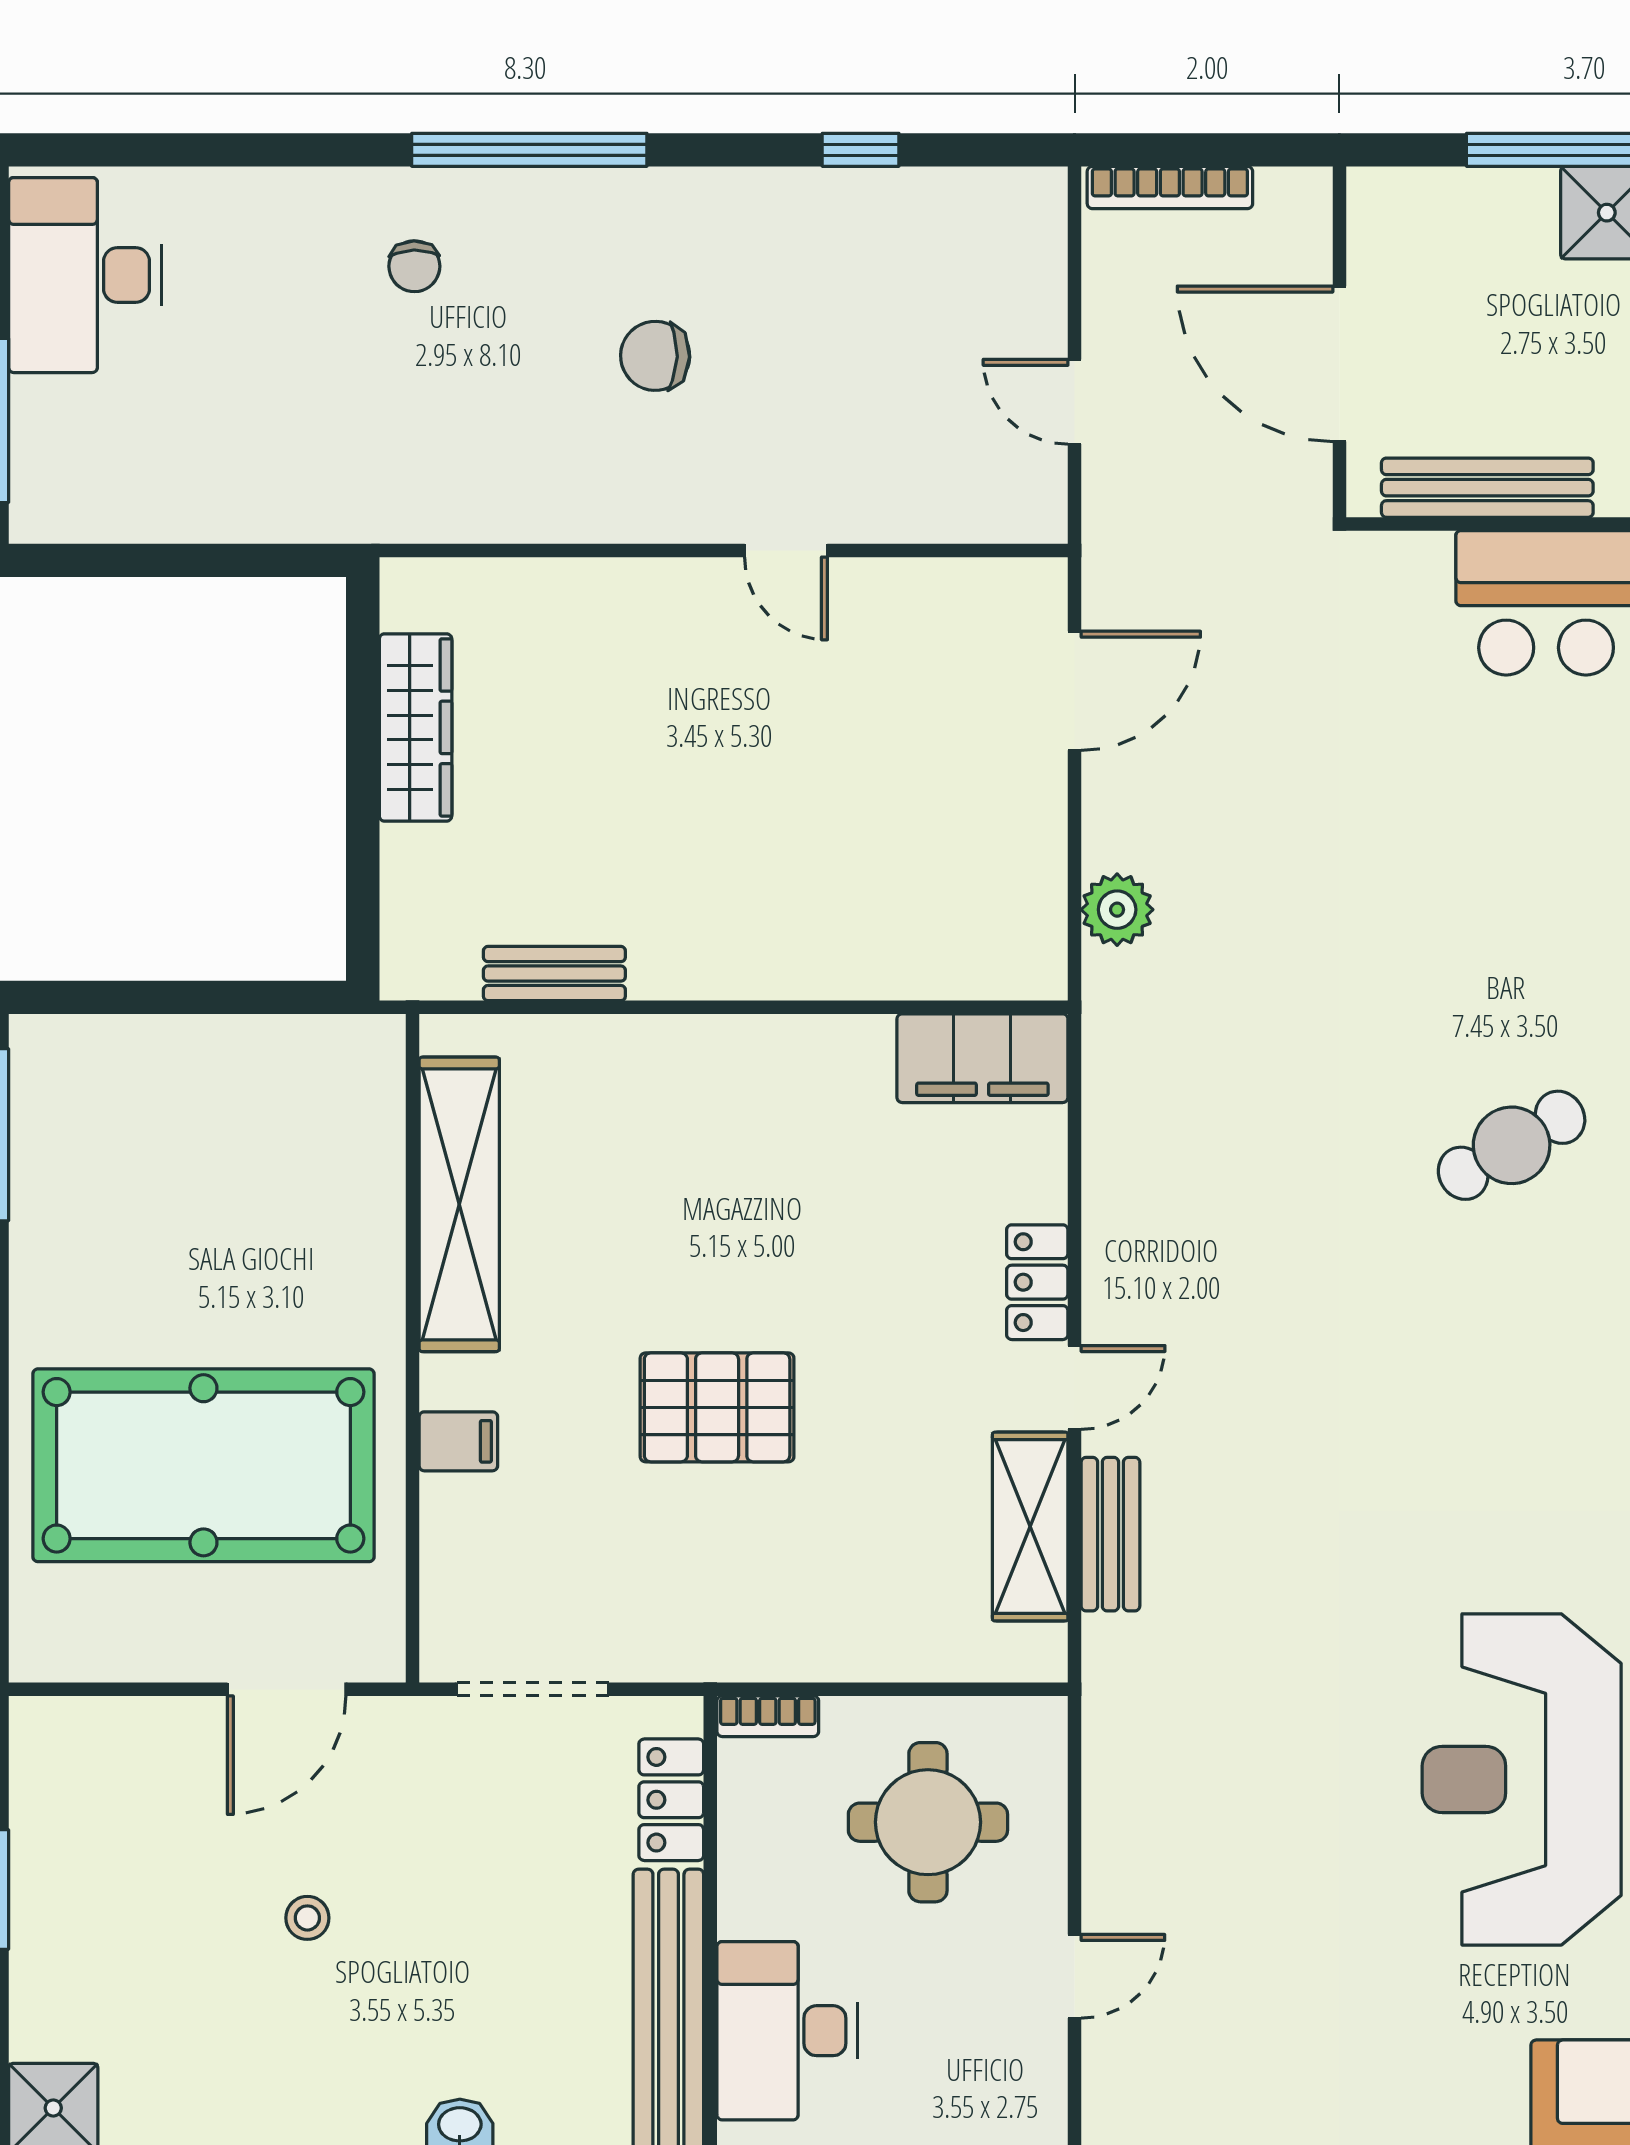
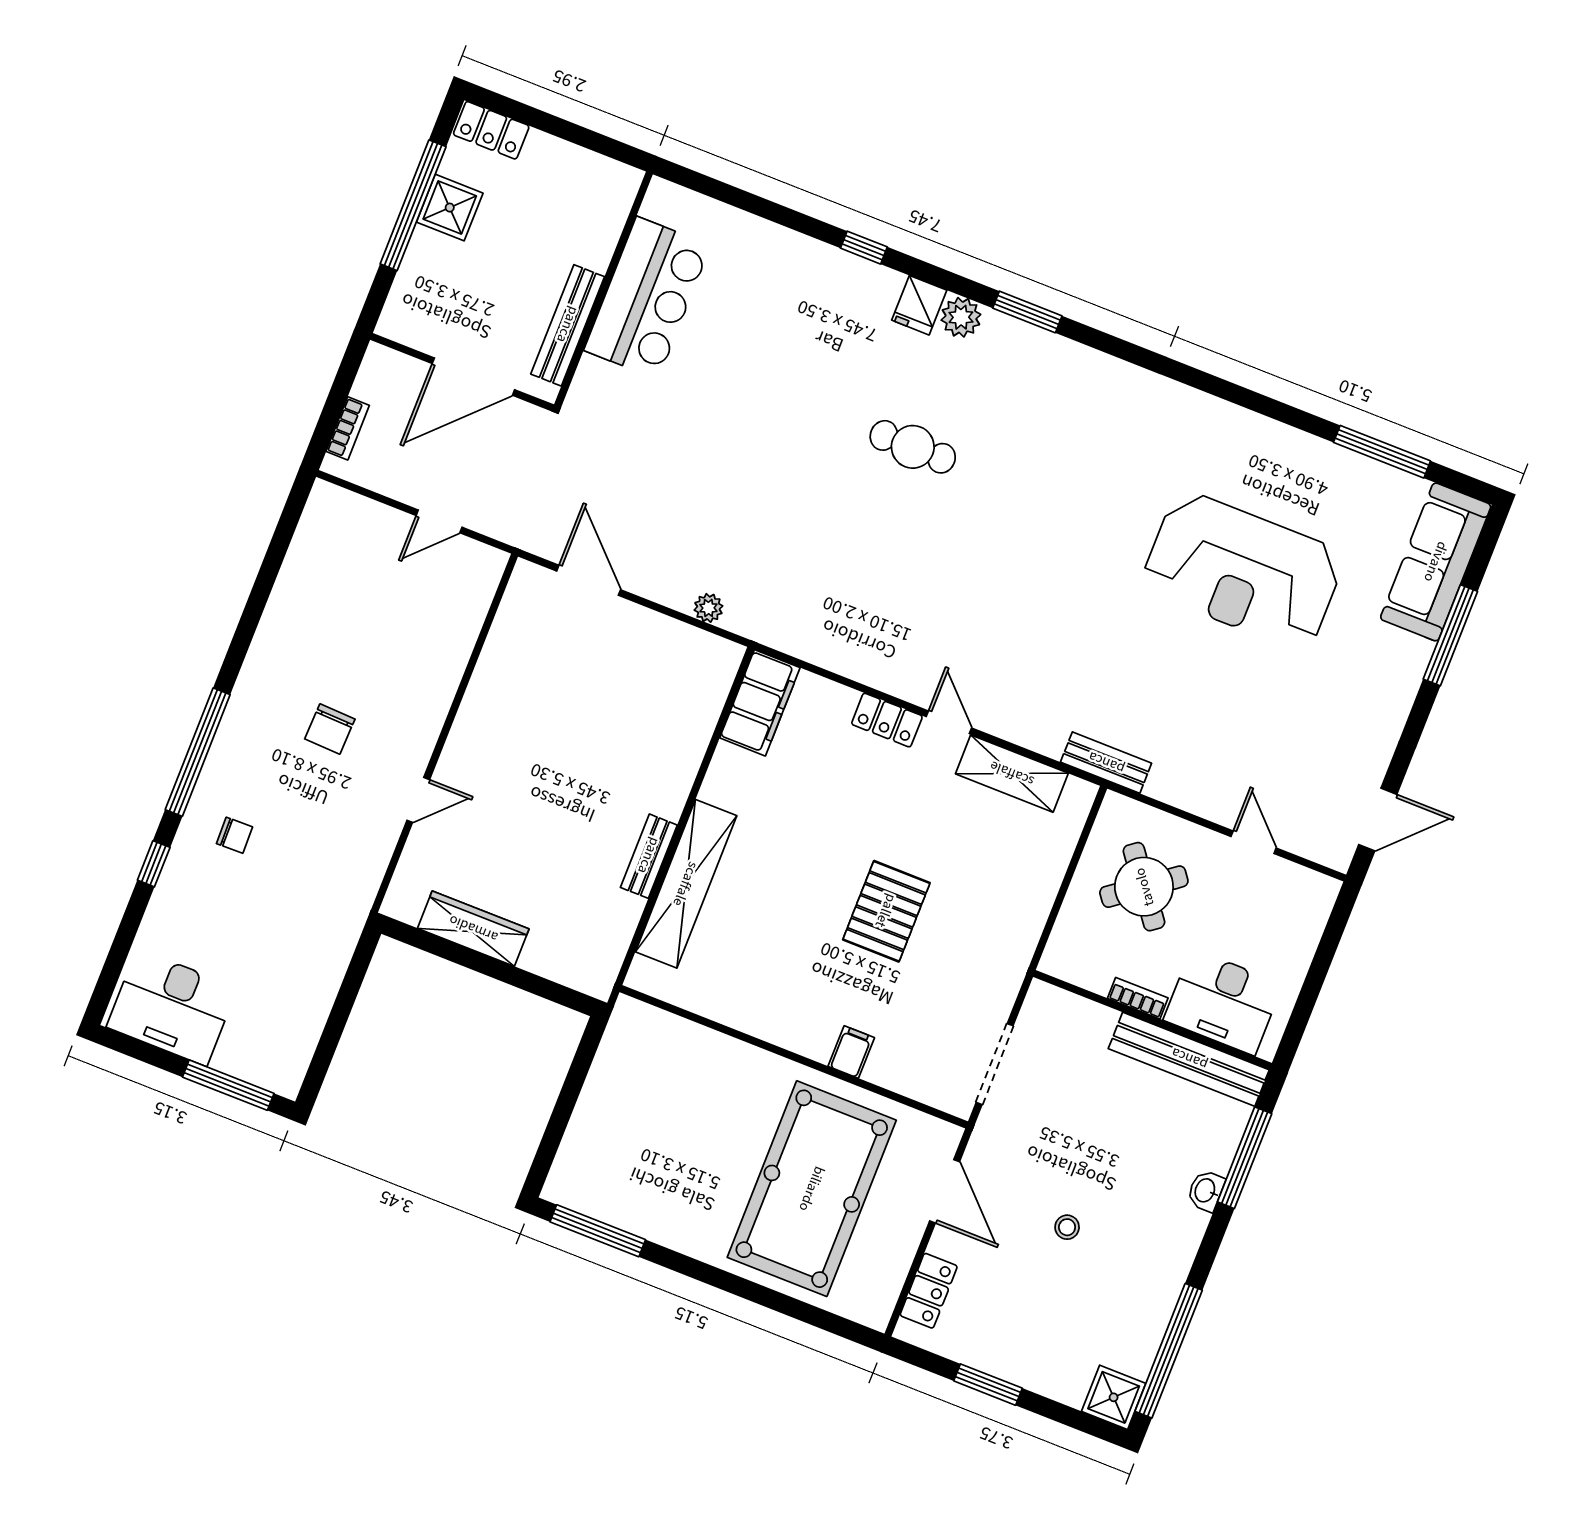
window: (861, 150) -> (154, 864), moved
bookcase: (1170, 188) -> (348, 428), width x0.64
door: (786, 550) -> (418, 800), moved
plant: (1117, 910) -> (708, 608), width x0.73, depth x0.73
bench: (554, 974) -> (649, 856), moved
cafe table: (1512, 1145) -> (913, 447), turned -60
shelving: (459, 1204) -> (686, 884), moved, turned 90
bench: (1110, 1534) -> (1106, 763), moved
bookcase: (768, 1716) -> (1138, 998), moved, turned -90
locker: (671, 1800) -> (929, 1291), moved, turned -90
round table: (928, 1822) -> (1144, 887), turned -37

